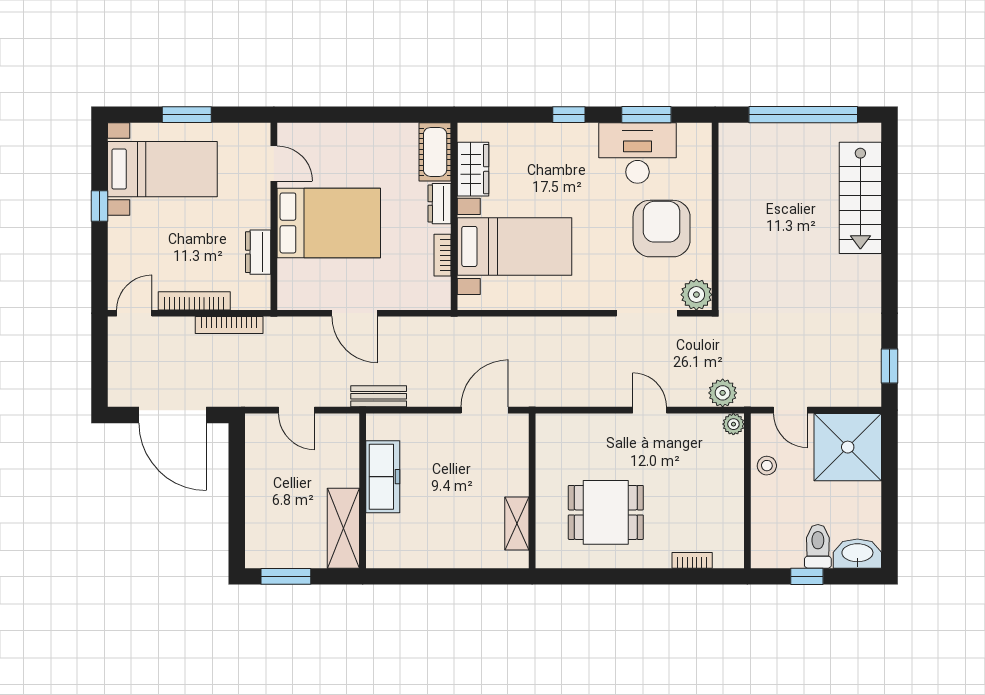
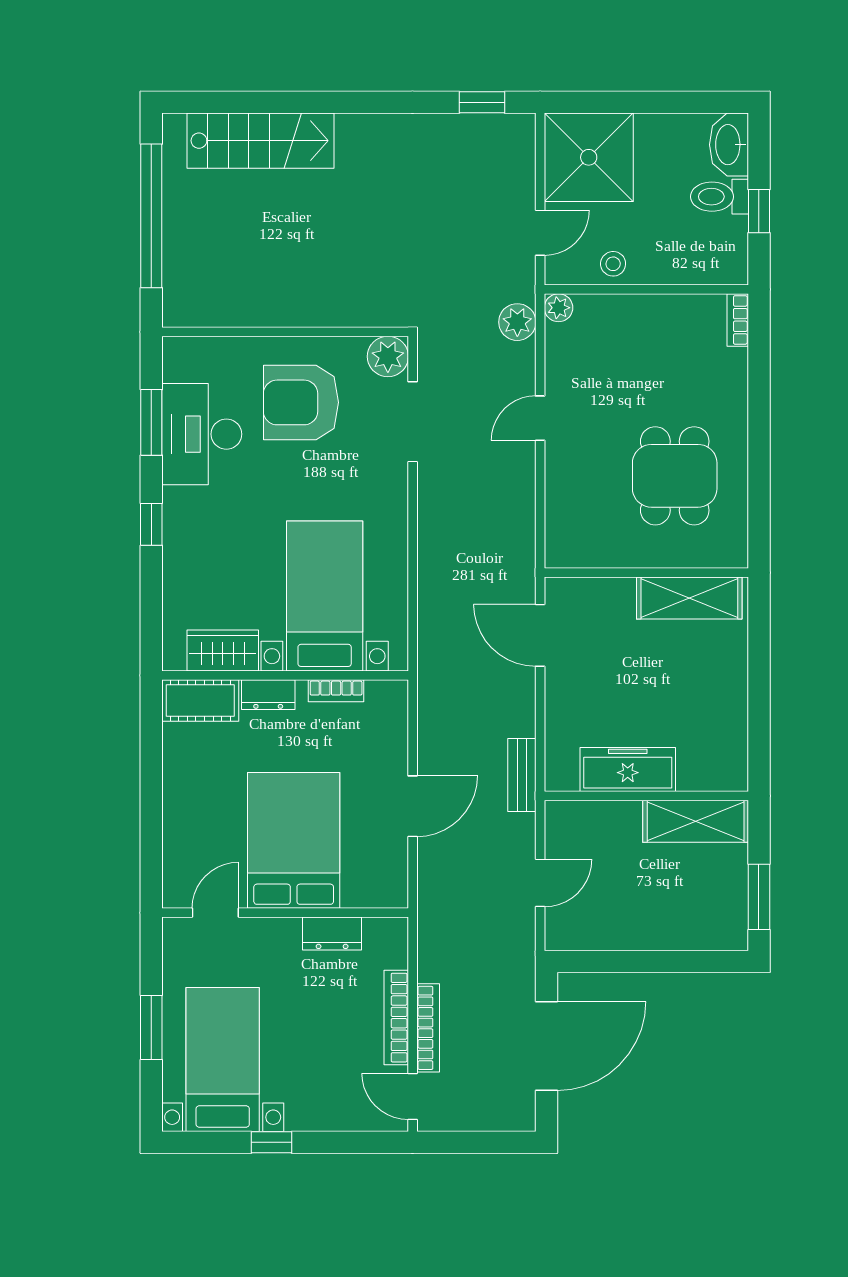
bookcase: (229, 325) -> (428, 1028), moved
shelving: (517, 523) -> (689, 598), width x1.50, depth x1.33
bookcase: (692, 560) -> (738, 320), moved

